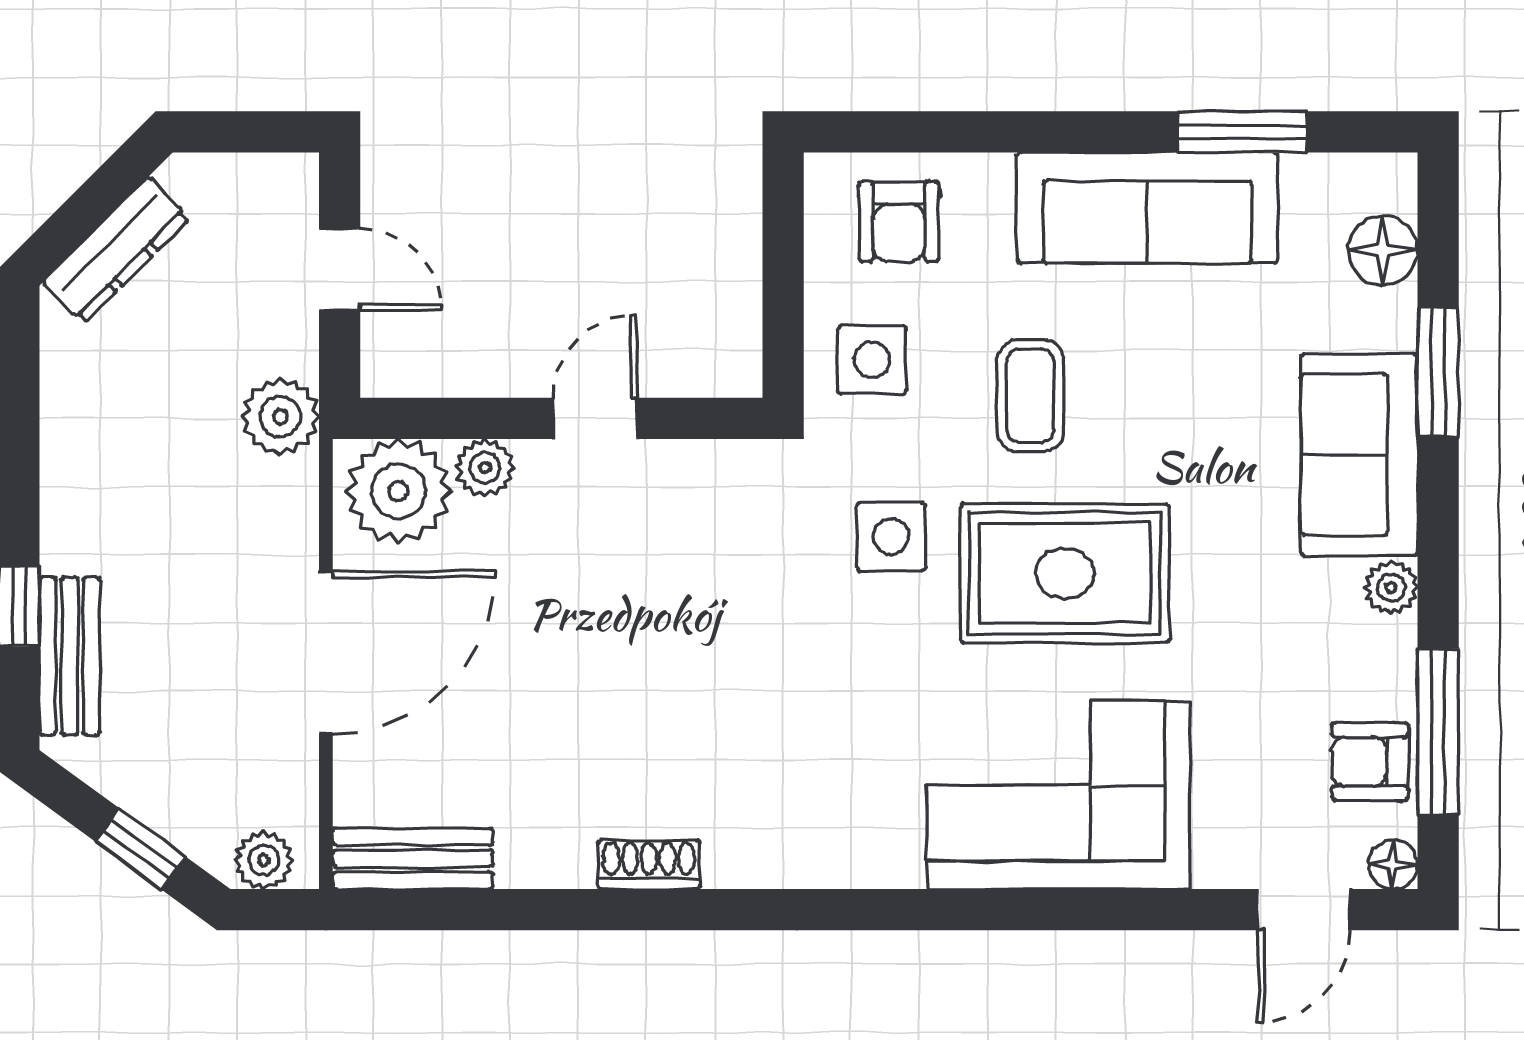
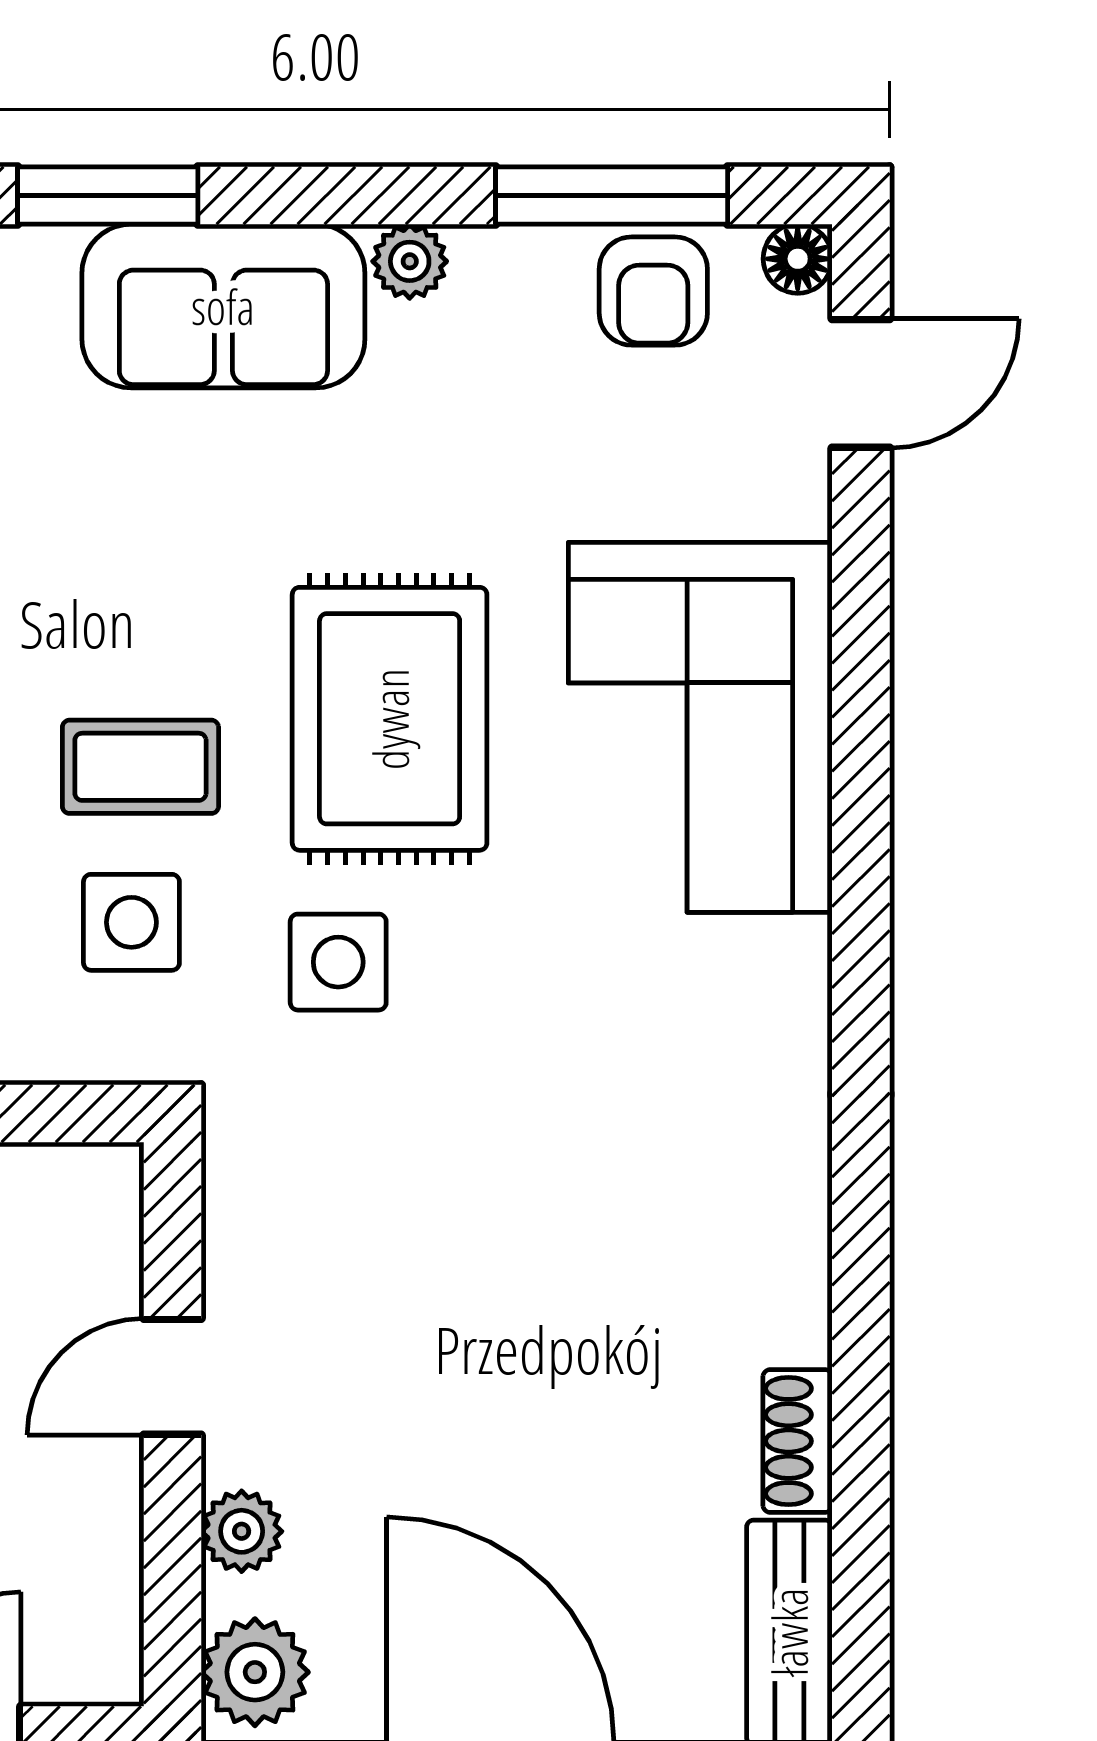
side table: (872, 360) -> (131, 922), moved
door: (595, 418) -> (172, 1377), hinge flipped
plant: (398, 491) -> (255, 1672), width x0.73, depth x0.73
shoe rack: (649, 864) -> (798, 1441), moved
door: (1304, 910) -> (861, 383), hinge flipped

